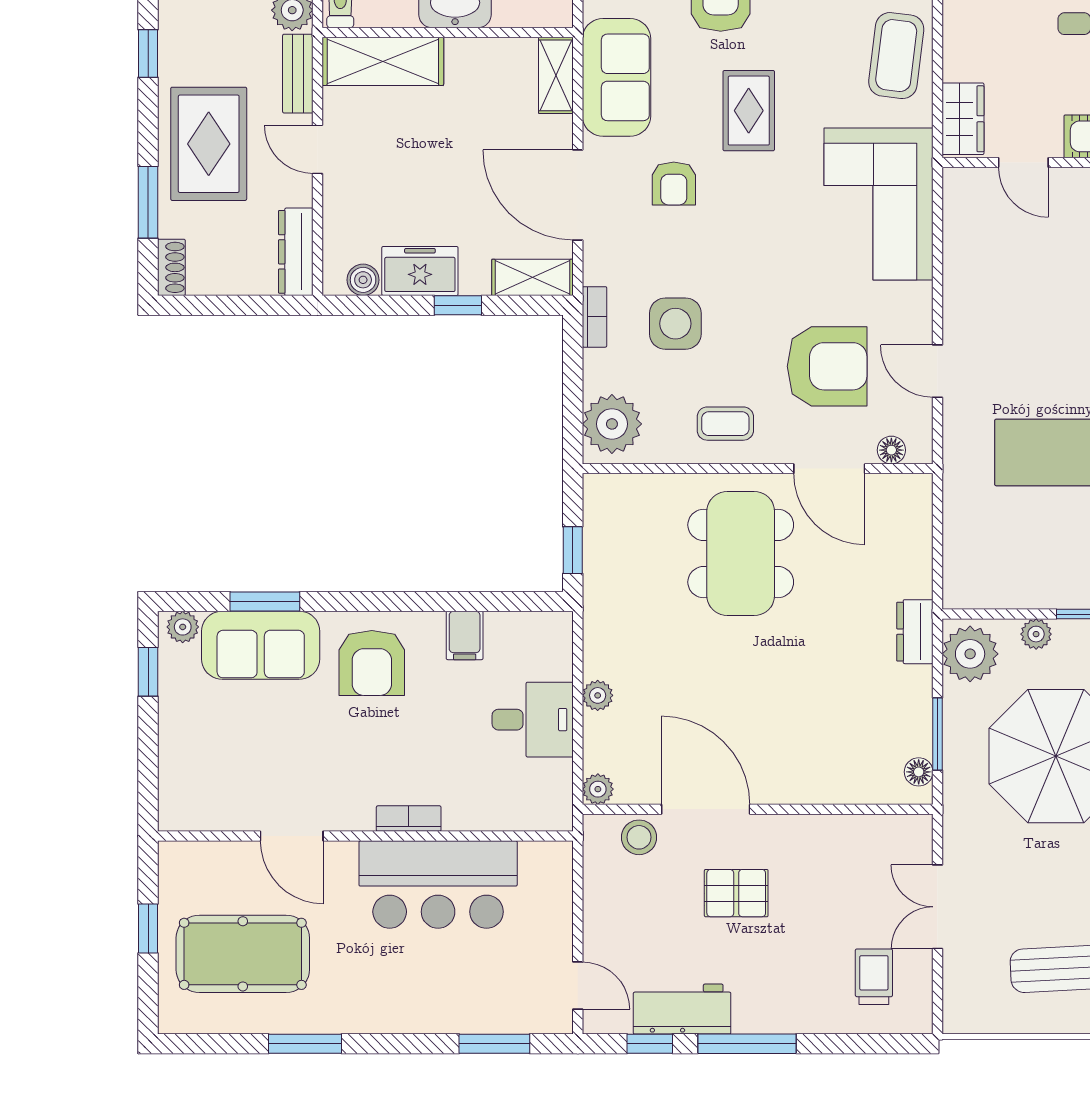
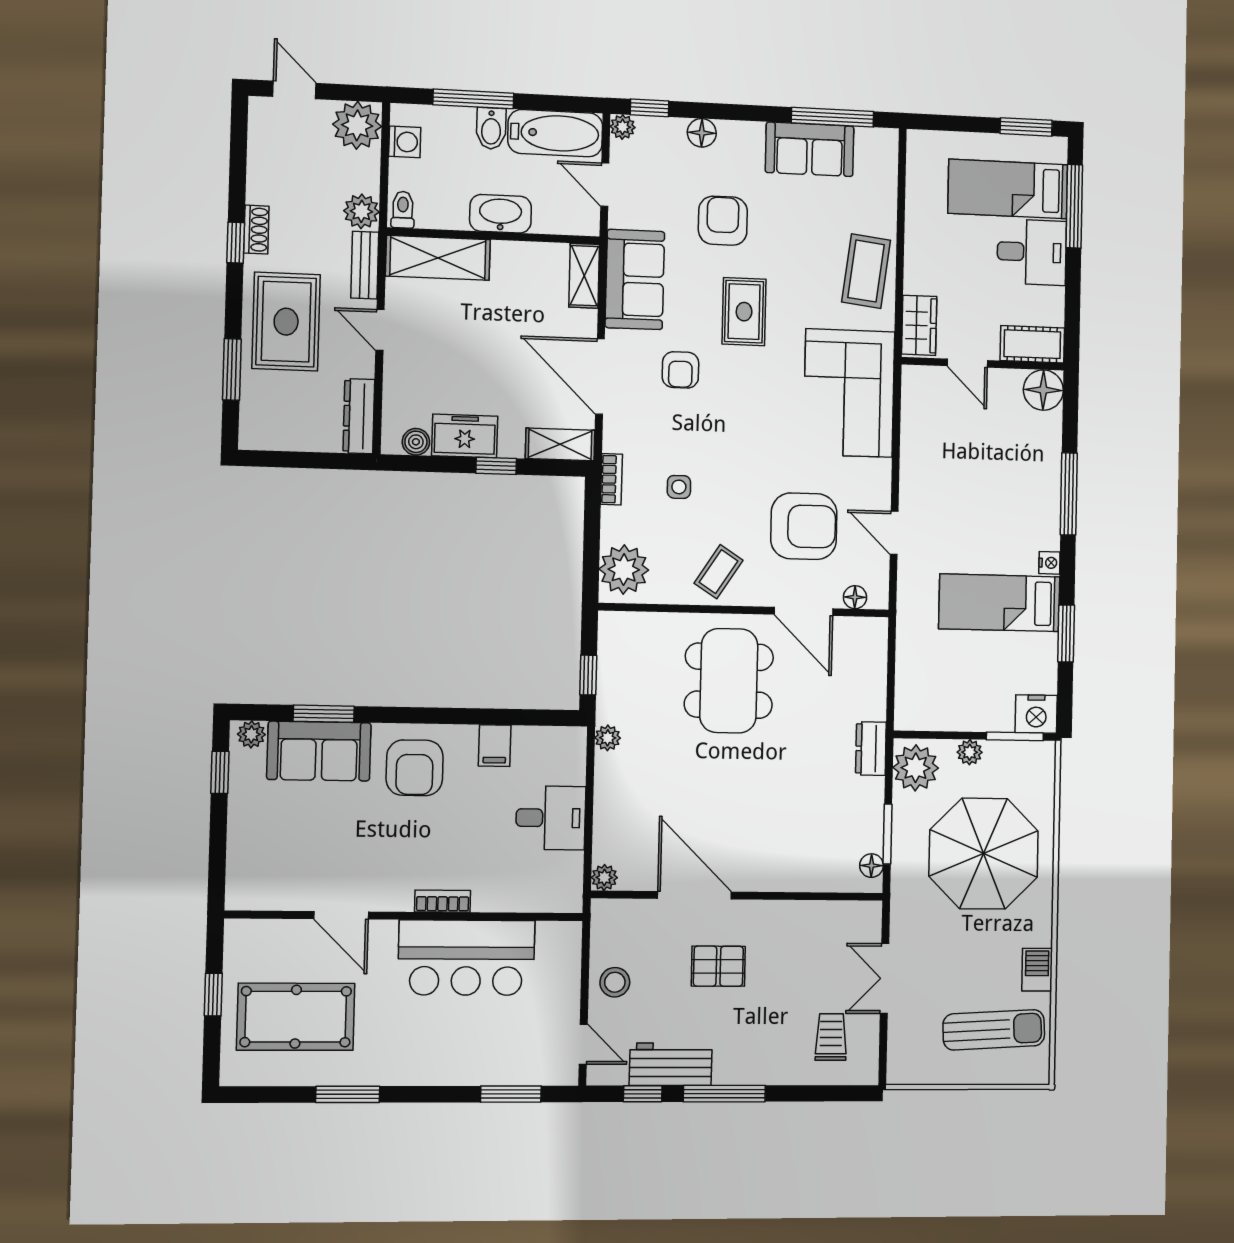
shoe rack: (171, 267) -> (256, 230), moved
side table: (675, 324) -> (679, 487), width x0.54, depth x0.54
coffee table: (725, 424) -> (719, 572), turned -57
plant: (598, 695) -> (608, 738), moved
stool: (639, 837) -> (615, 982), moved

